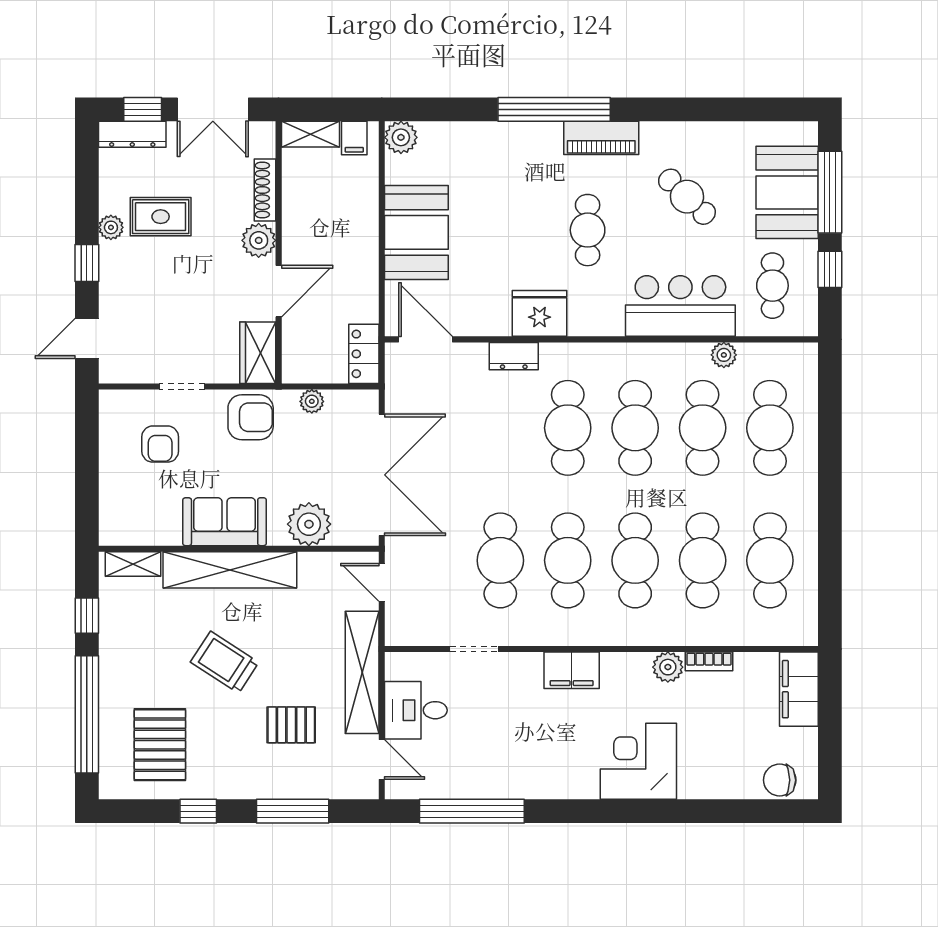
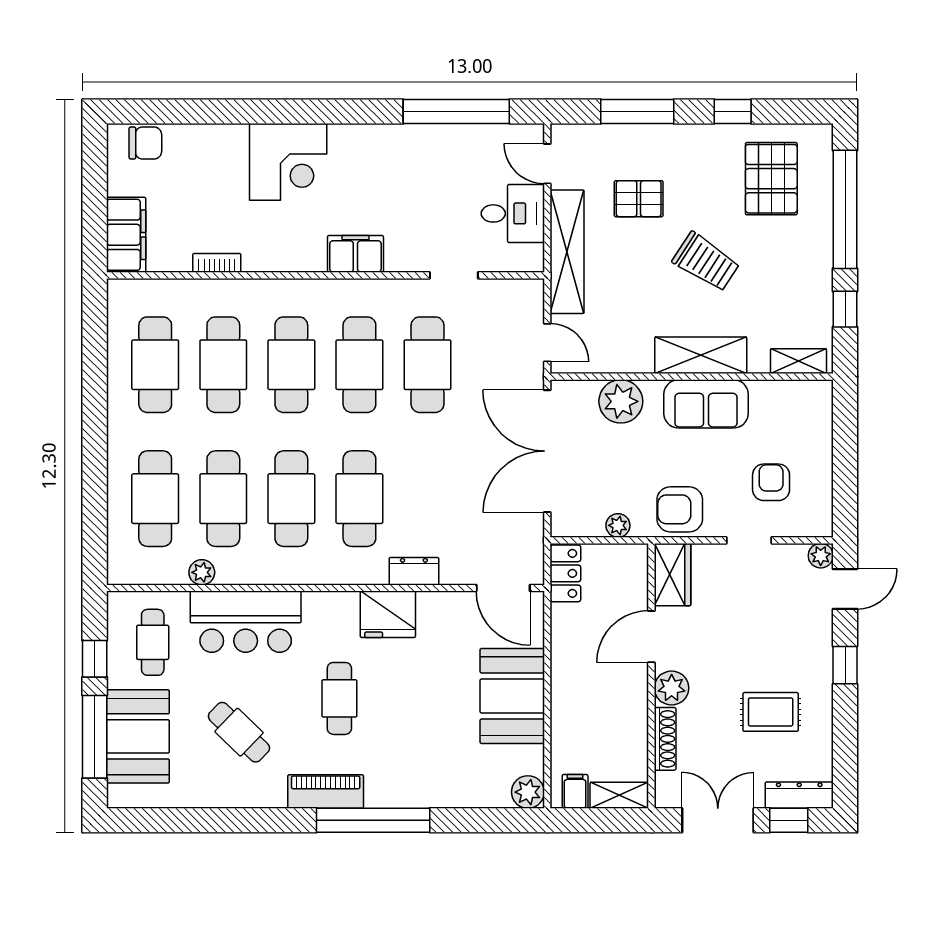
plant: (111, 227) -> (821, 556), moved
shelving: (230, 570) -> (701, 355), width x0.68
plant: (668, 667) -> (258, 257), removed

